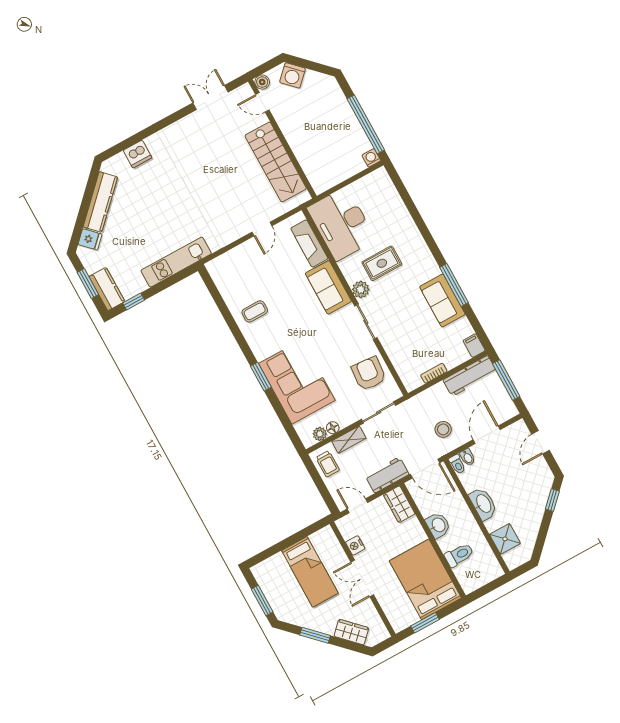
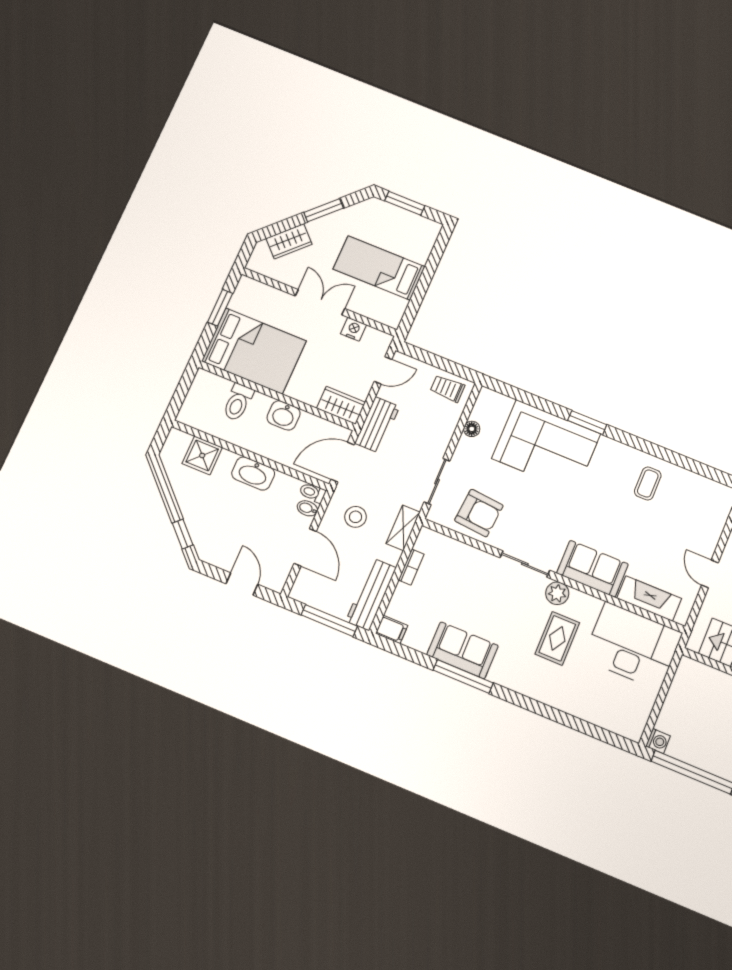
plant: (320, 434) -> (480, 412), removed
shelving: (349, 440) -> (403, 528), moved

